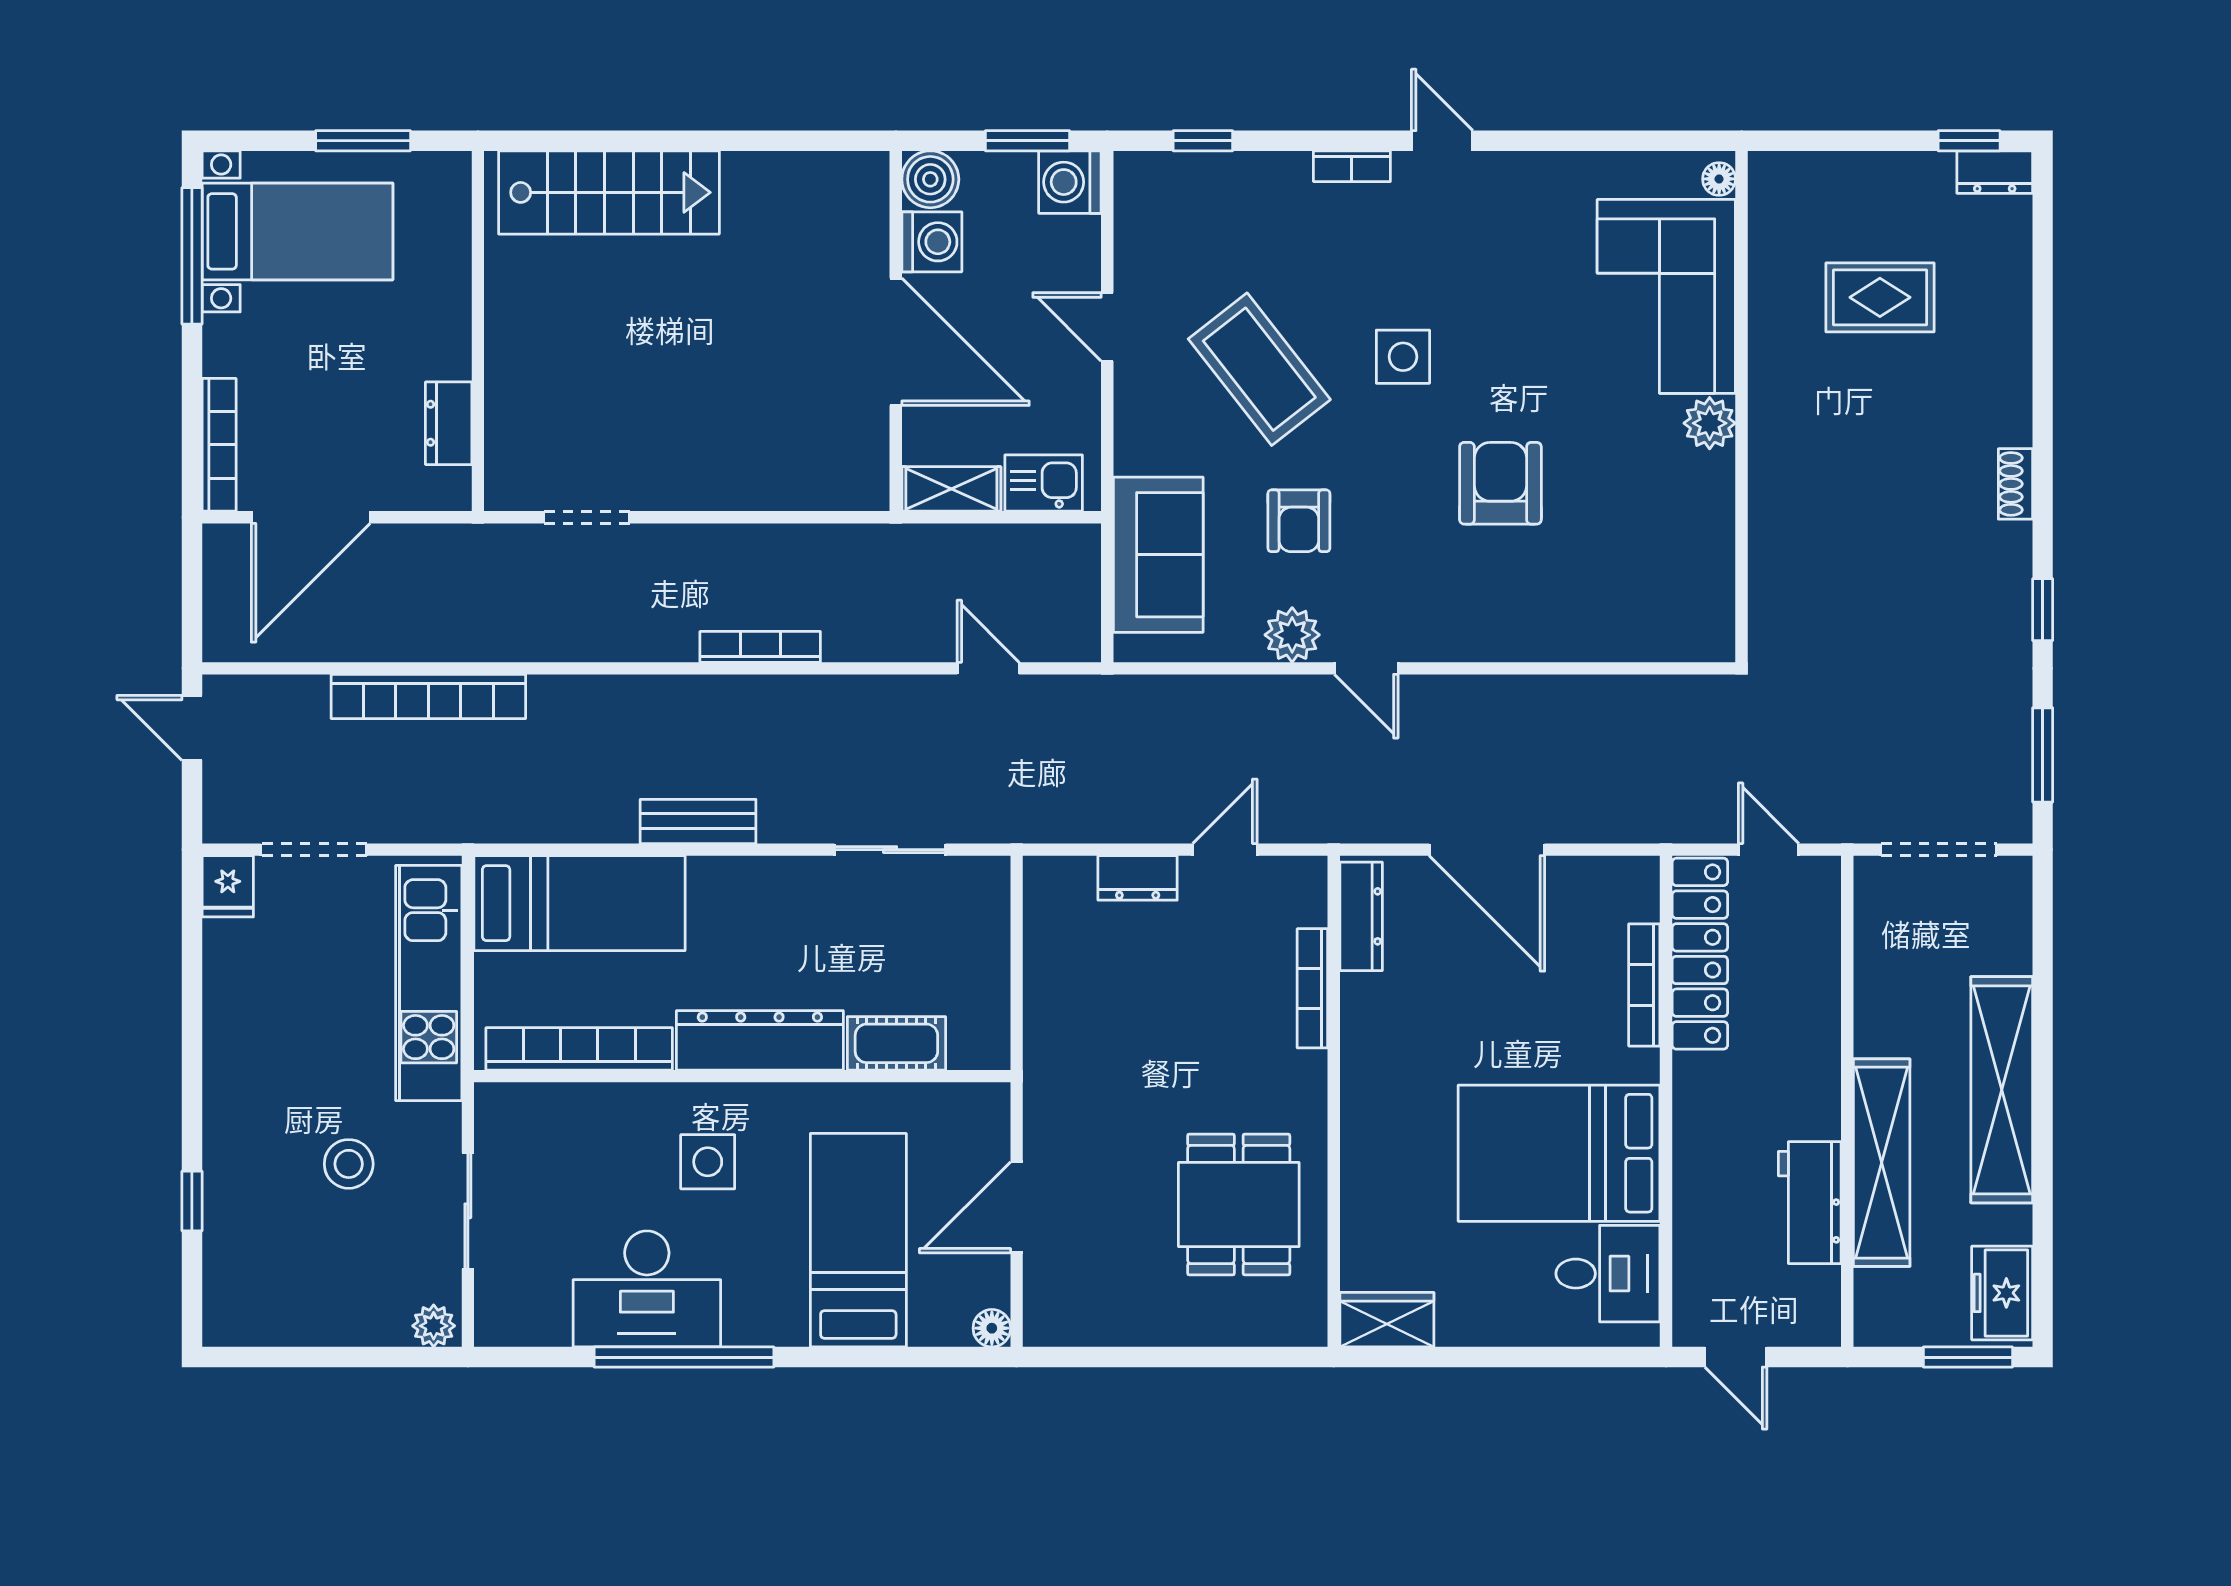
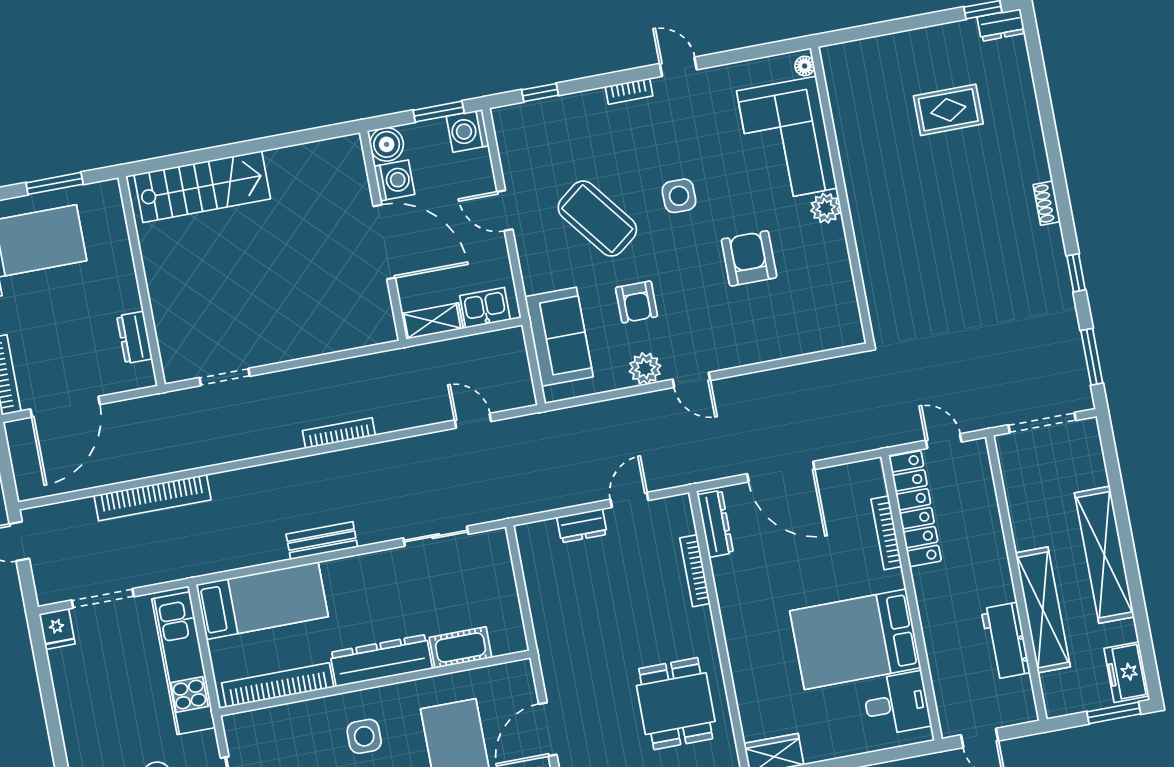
floor lamp: (1719, 179) -> (805, 66), moved
corner sofa: (1666, 296) -> (787, 140), moved
wall: (1742, 407) -> (842, 195), moved
plant: (1710, 423) -> (826, 208), moved

